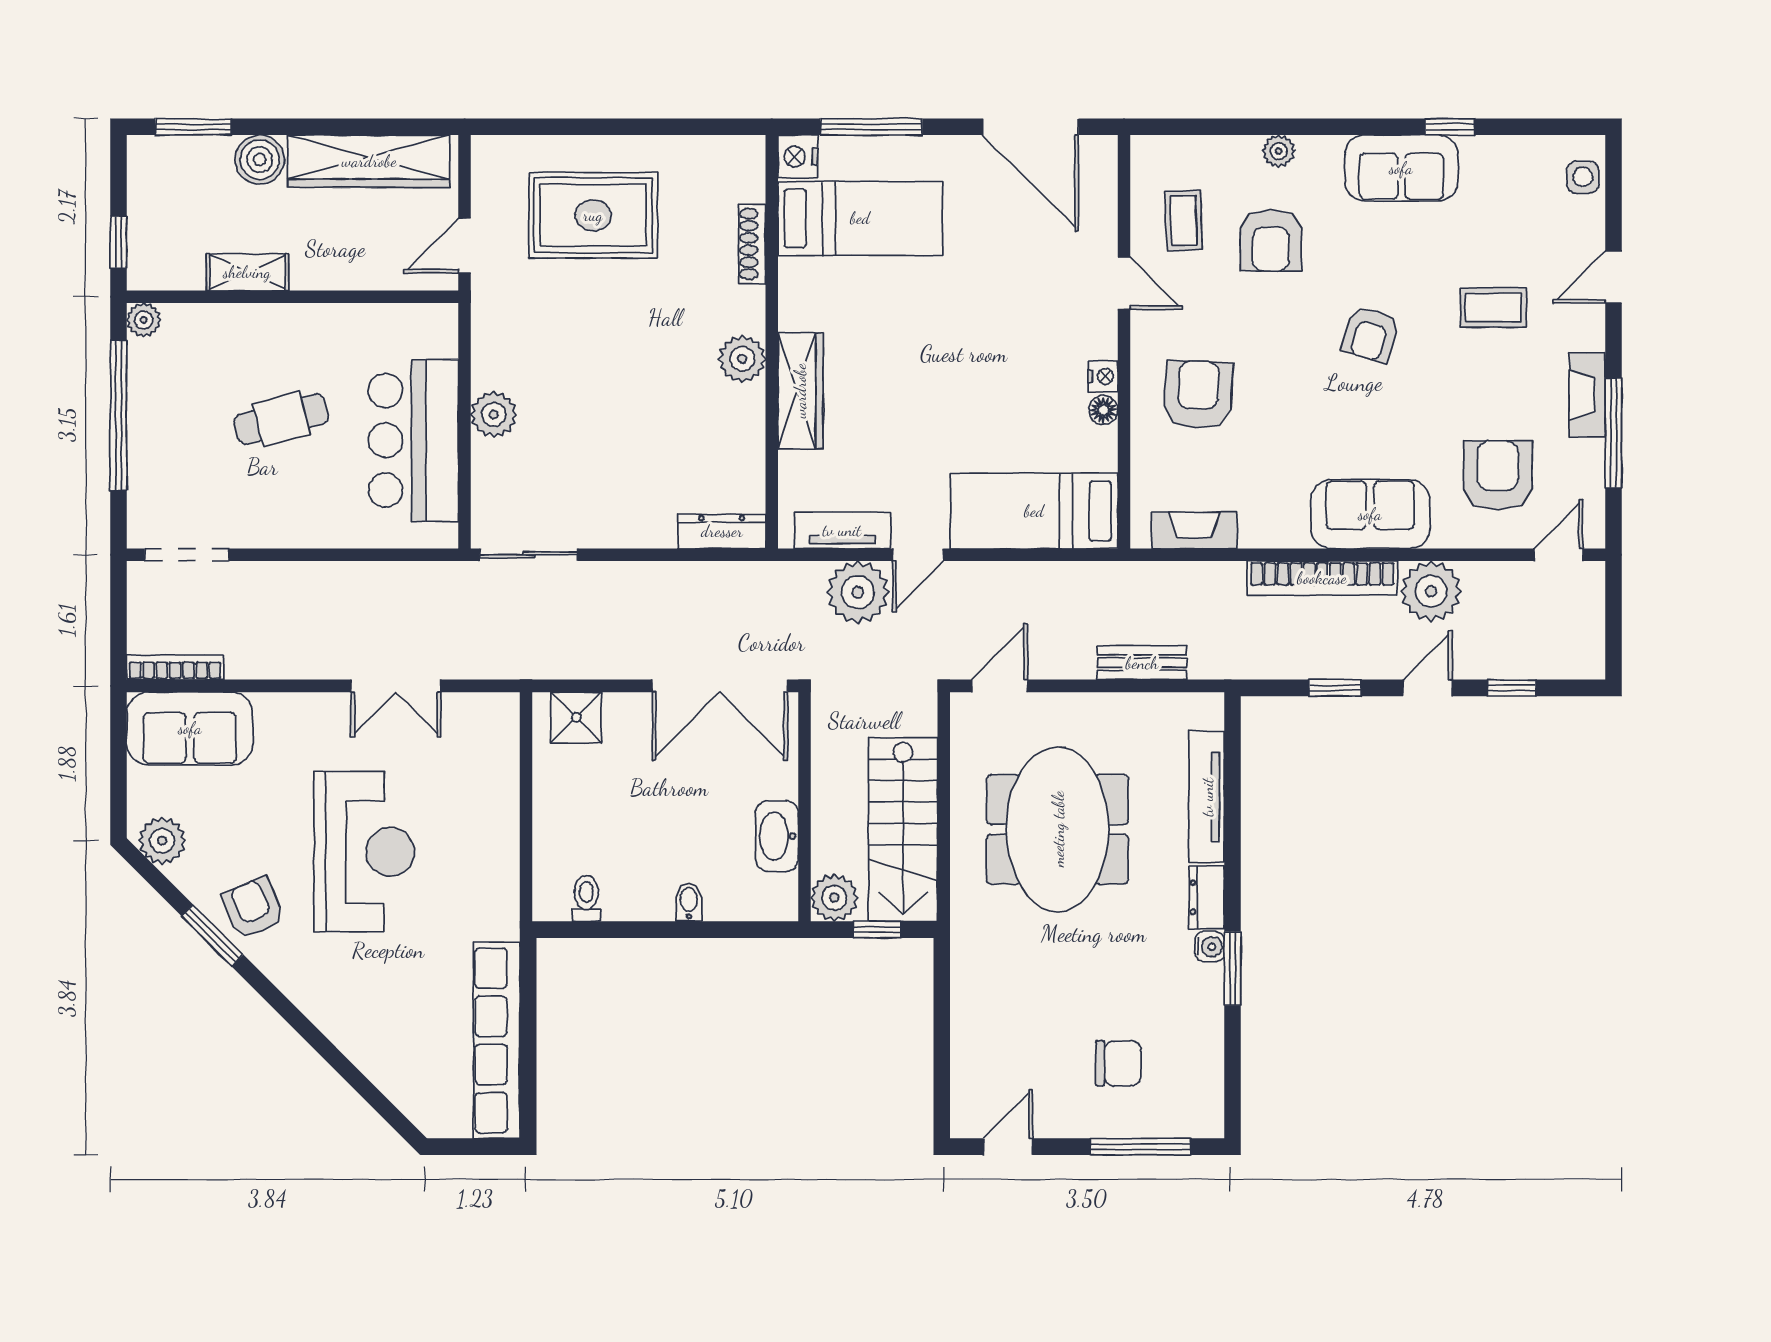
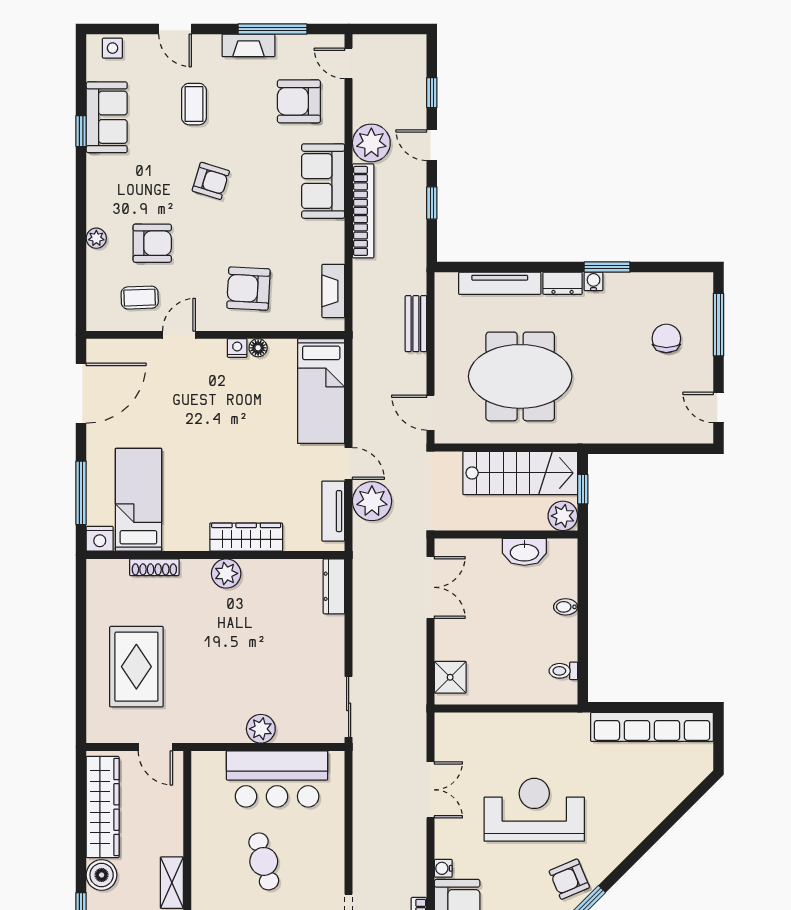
sofa: (1401, 168) -> (107, 117), moved
double door: (720, 686) -> (430, 587), width x0.73
water cooler: (270, 706) -> (443, 868), added

